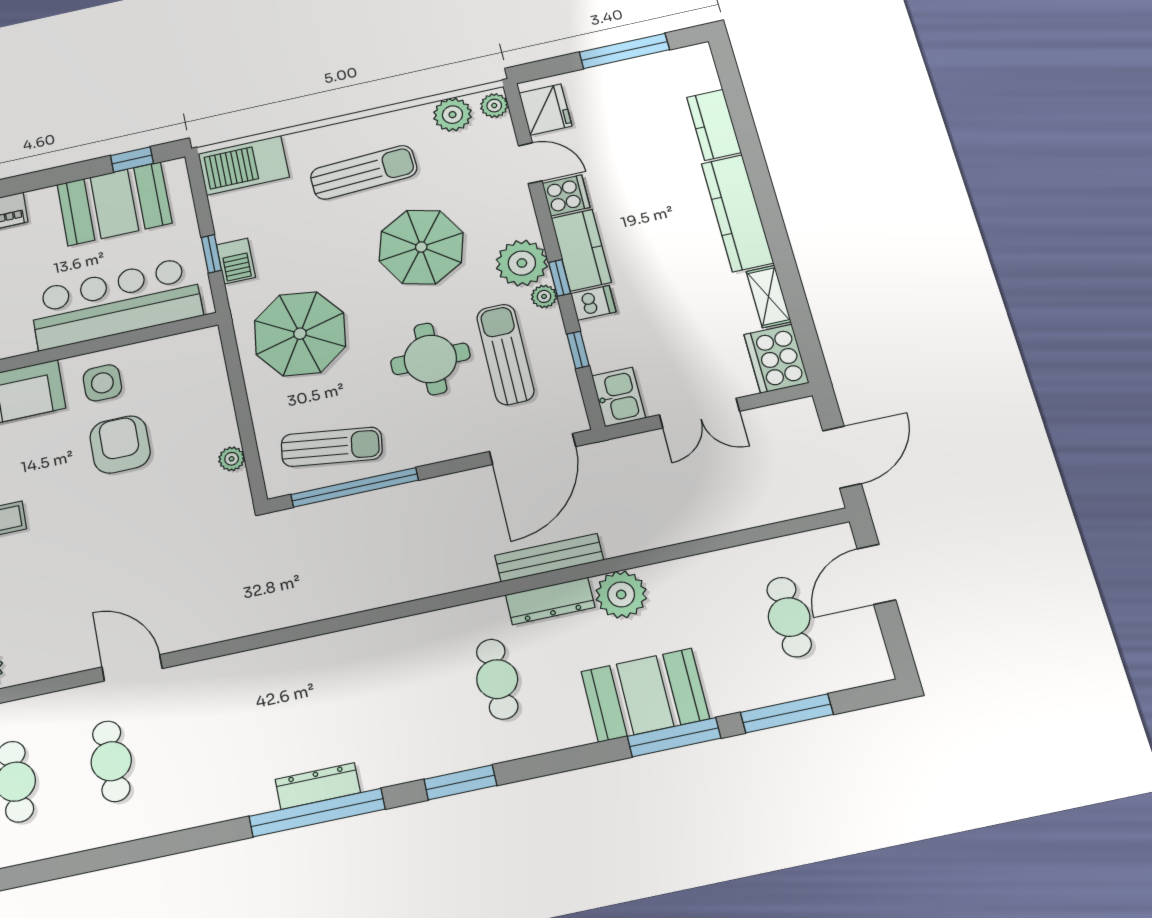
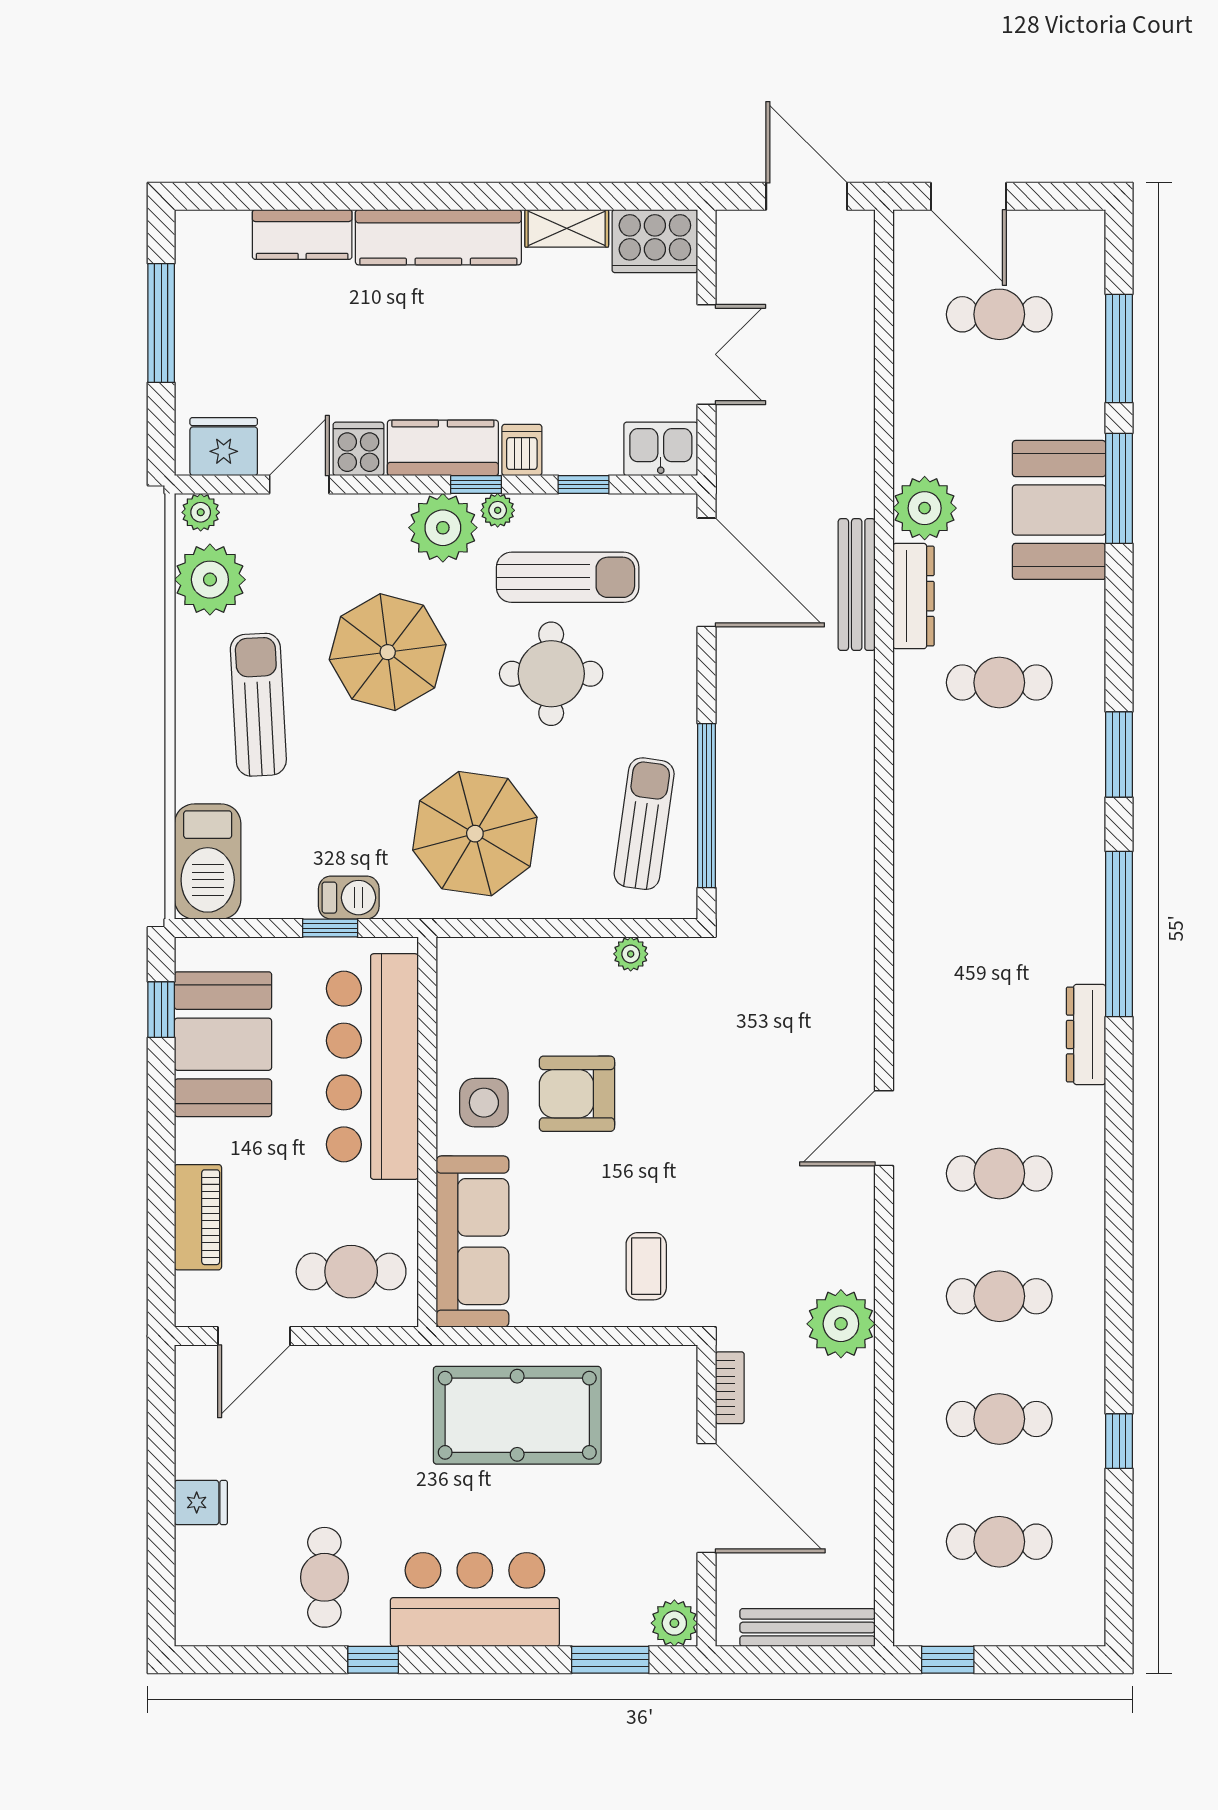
plant: (452, 115) -> (210, 580), width x1.36, depth x1.36
sun lounger: (505, 354) -> (568, 577), turned 180
dresser: (318, 786) -> (1086, 1034), moved

